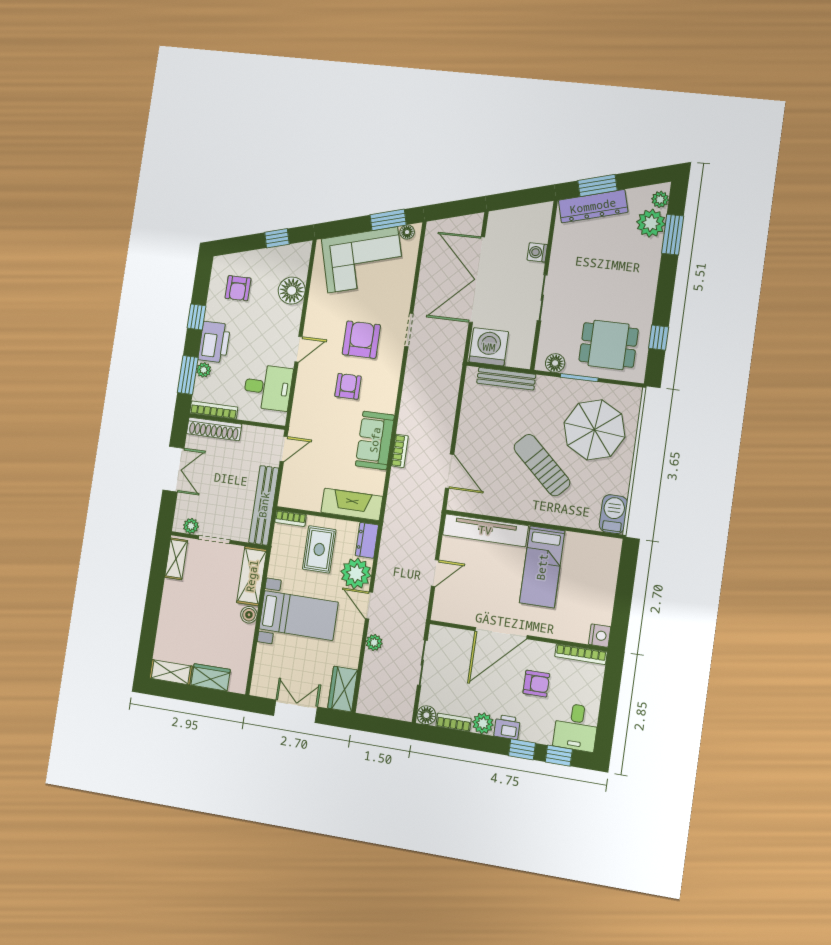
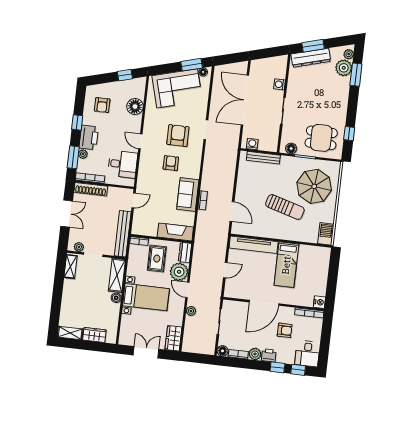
washing machine: (489, 347) -> (252, 144), width x0.53, depth x0.53
door: (298, 349) -> (140, 141), swing flipped
sun lounger: (542, 465) -> (285, 207), turned 153

